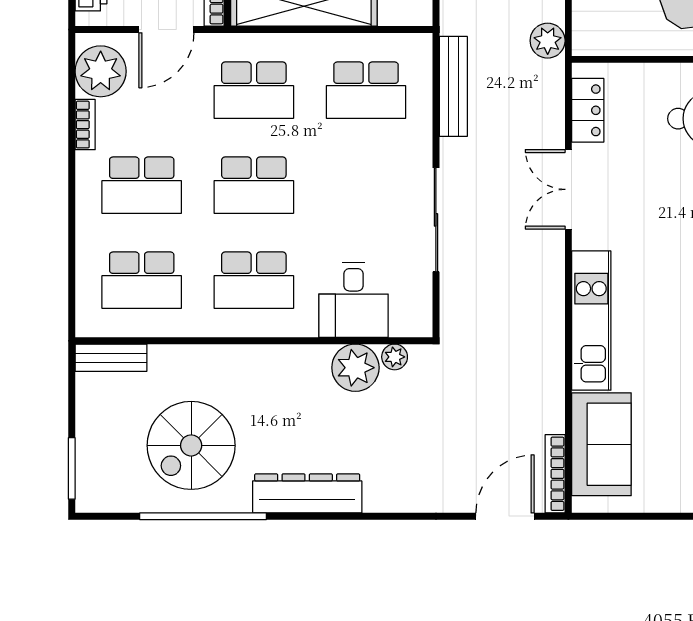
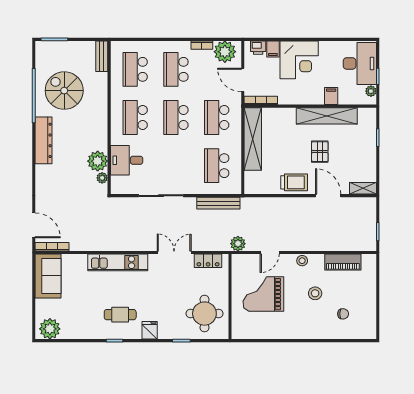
sofa: (601, 444) -> (48, 276), moved, turned -90

